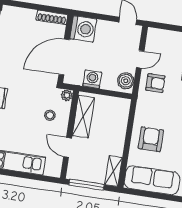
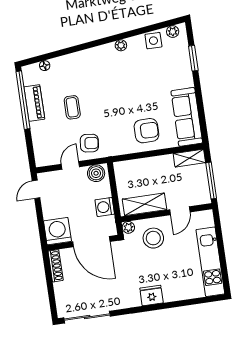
door: (140, 59) -> (70, 165), hinge flipped
armchair: (155, 83) -> (89, 143), turned 96
stool: (50, 115) -> (153, 238), width x1.89, depth x1.89
armchair: (151, 139) -> (146, 131), turned 180

